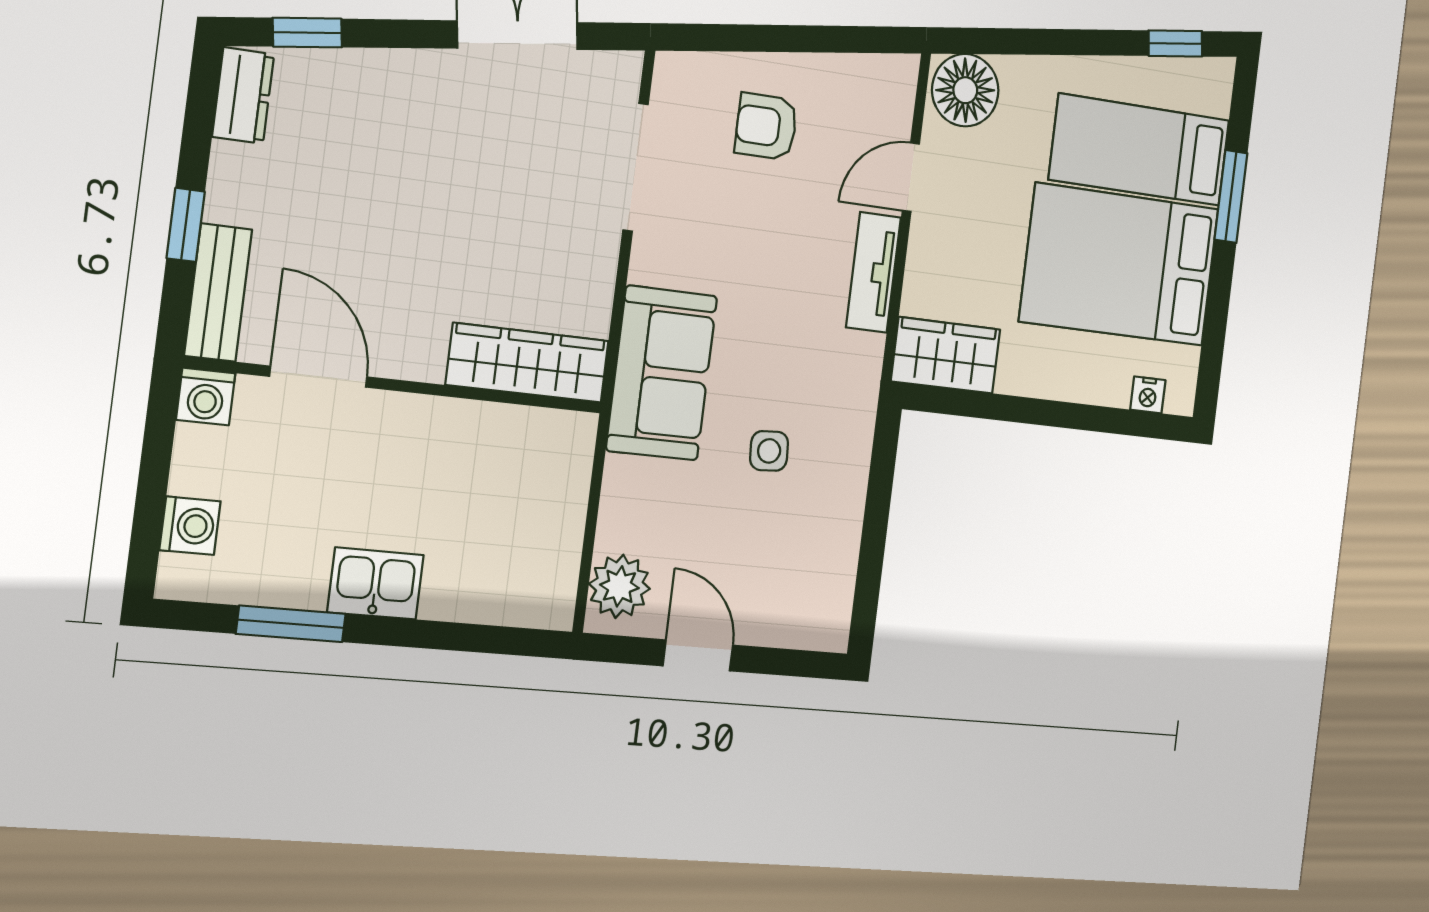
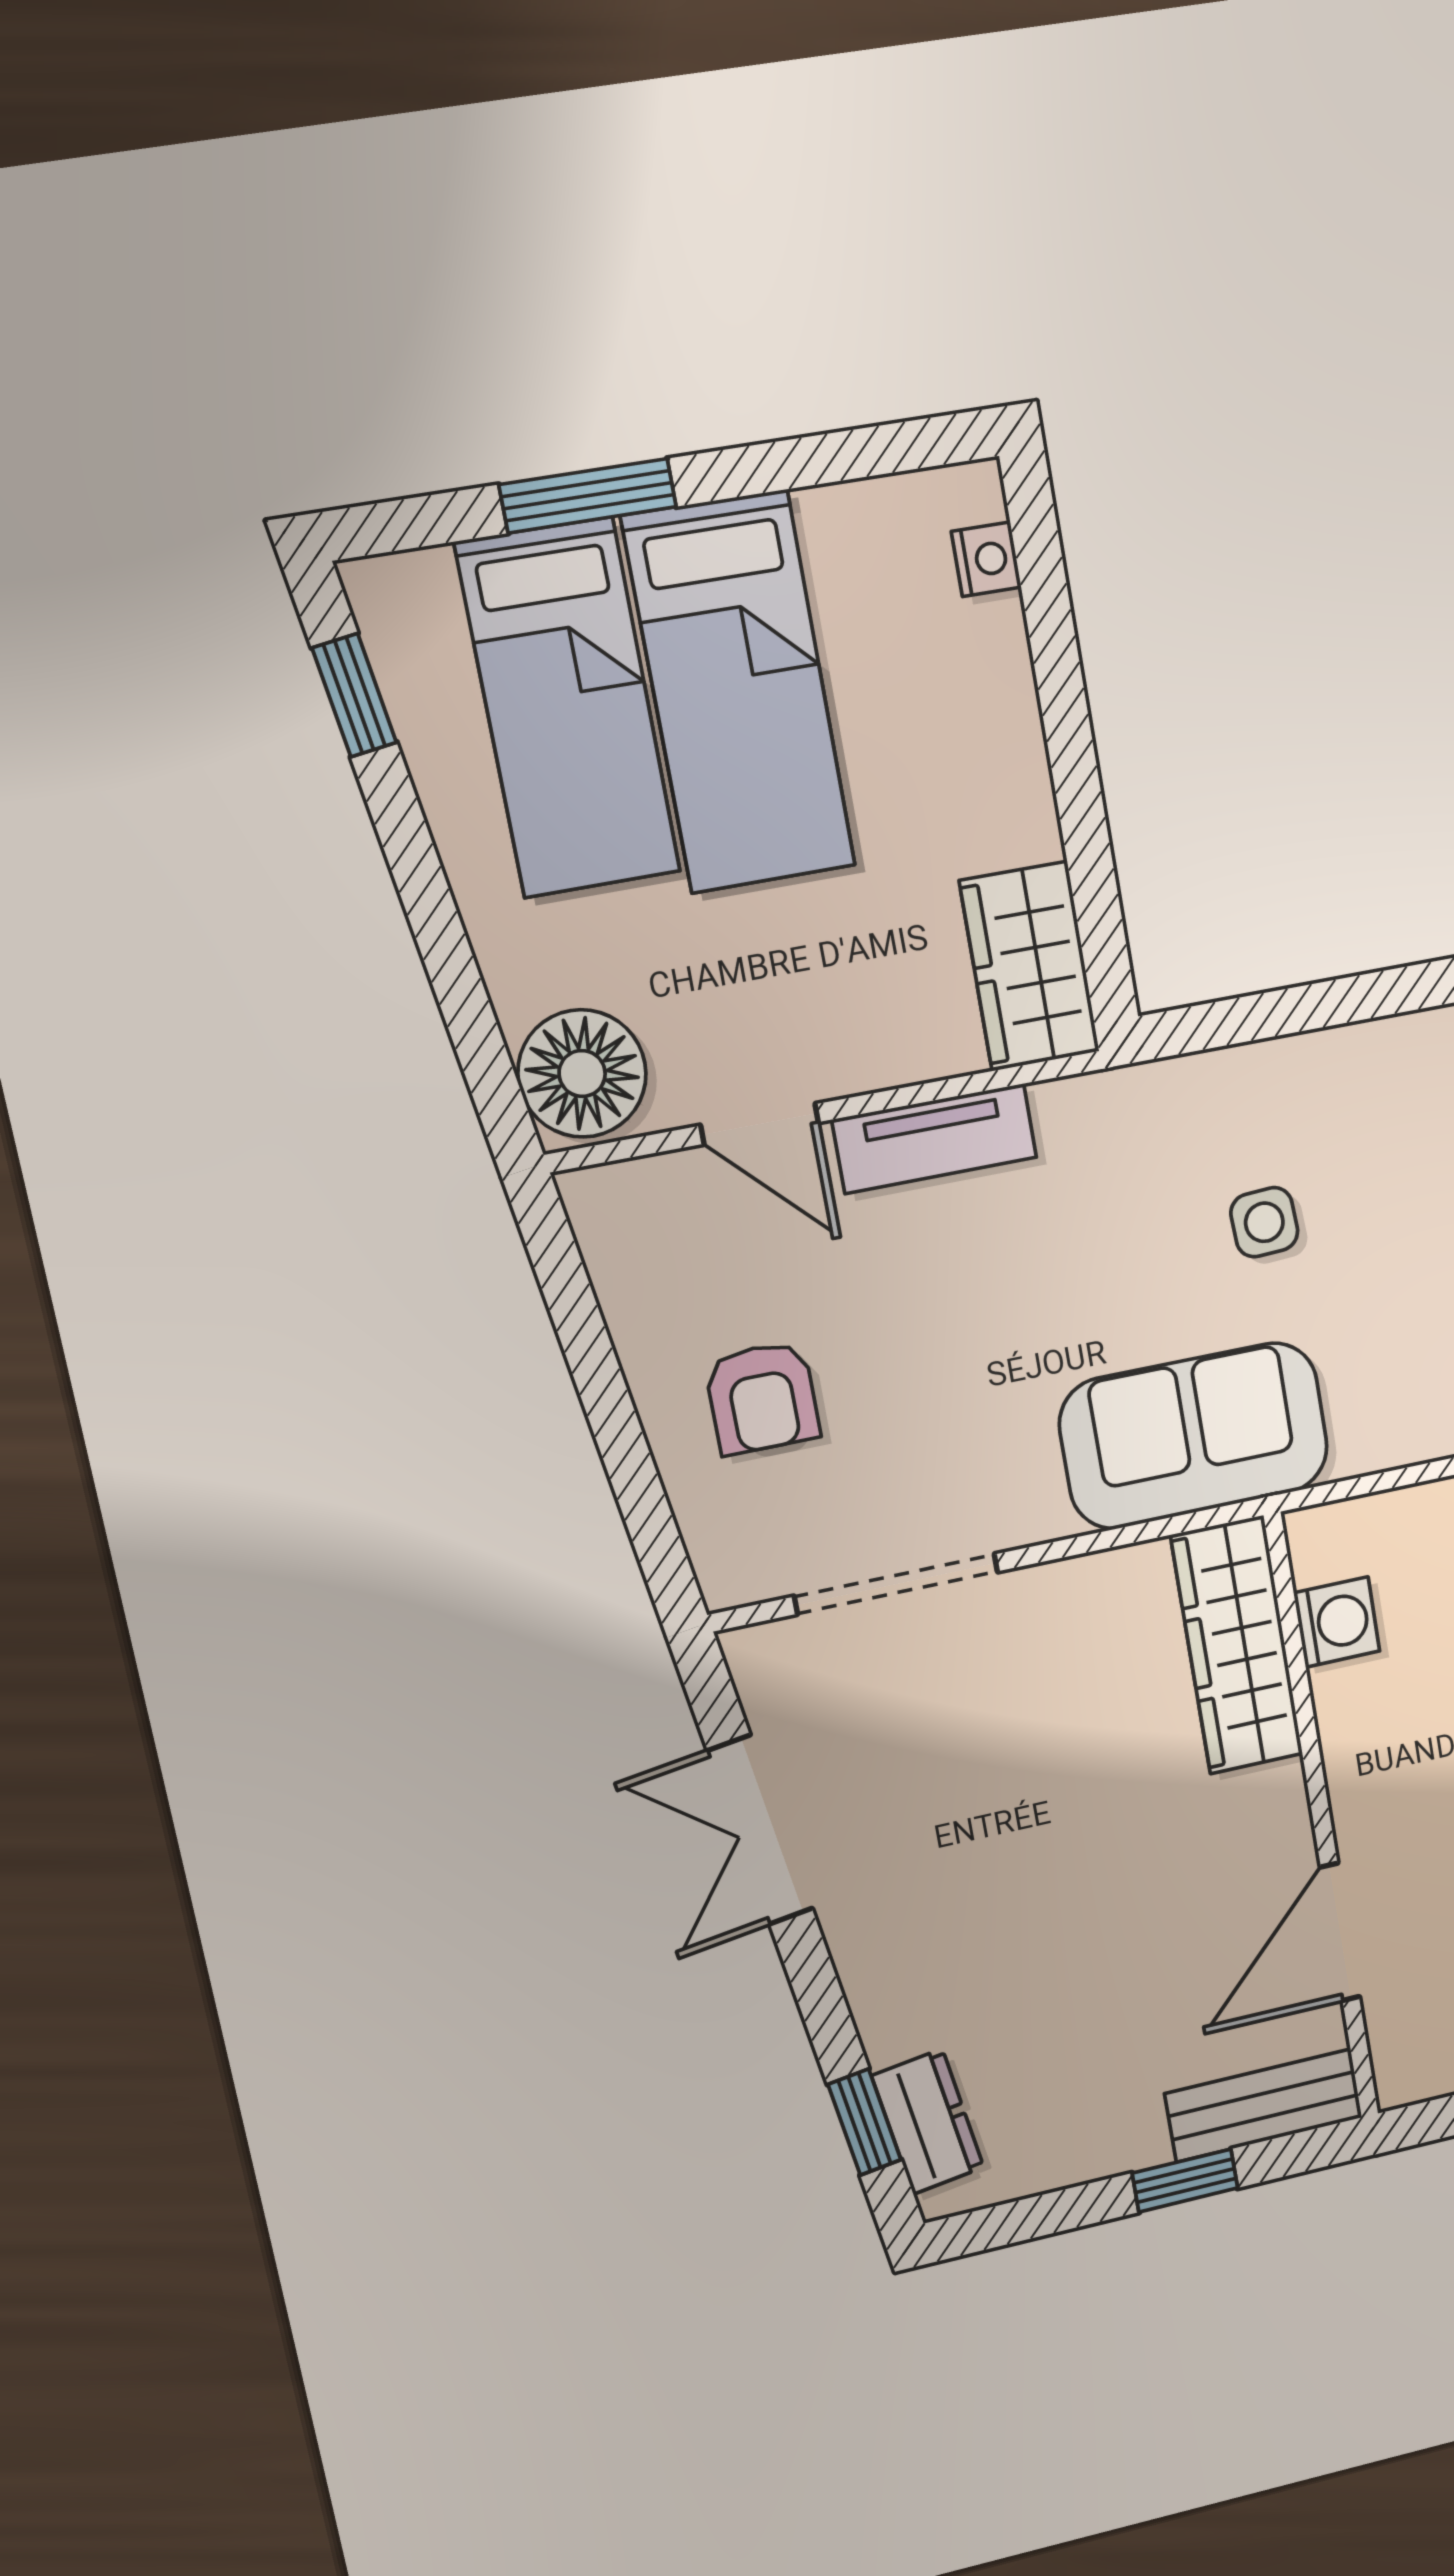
dresser: (243, 96) -> (928, 2122), moved, turned 82
bed: (1120, 265) -> (739, 693), width x0.67
washing machine: (206, 396) -> (1337, 1622), moved

